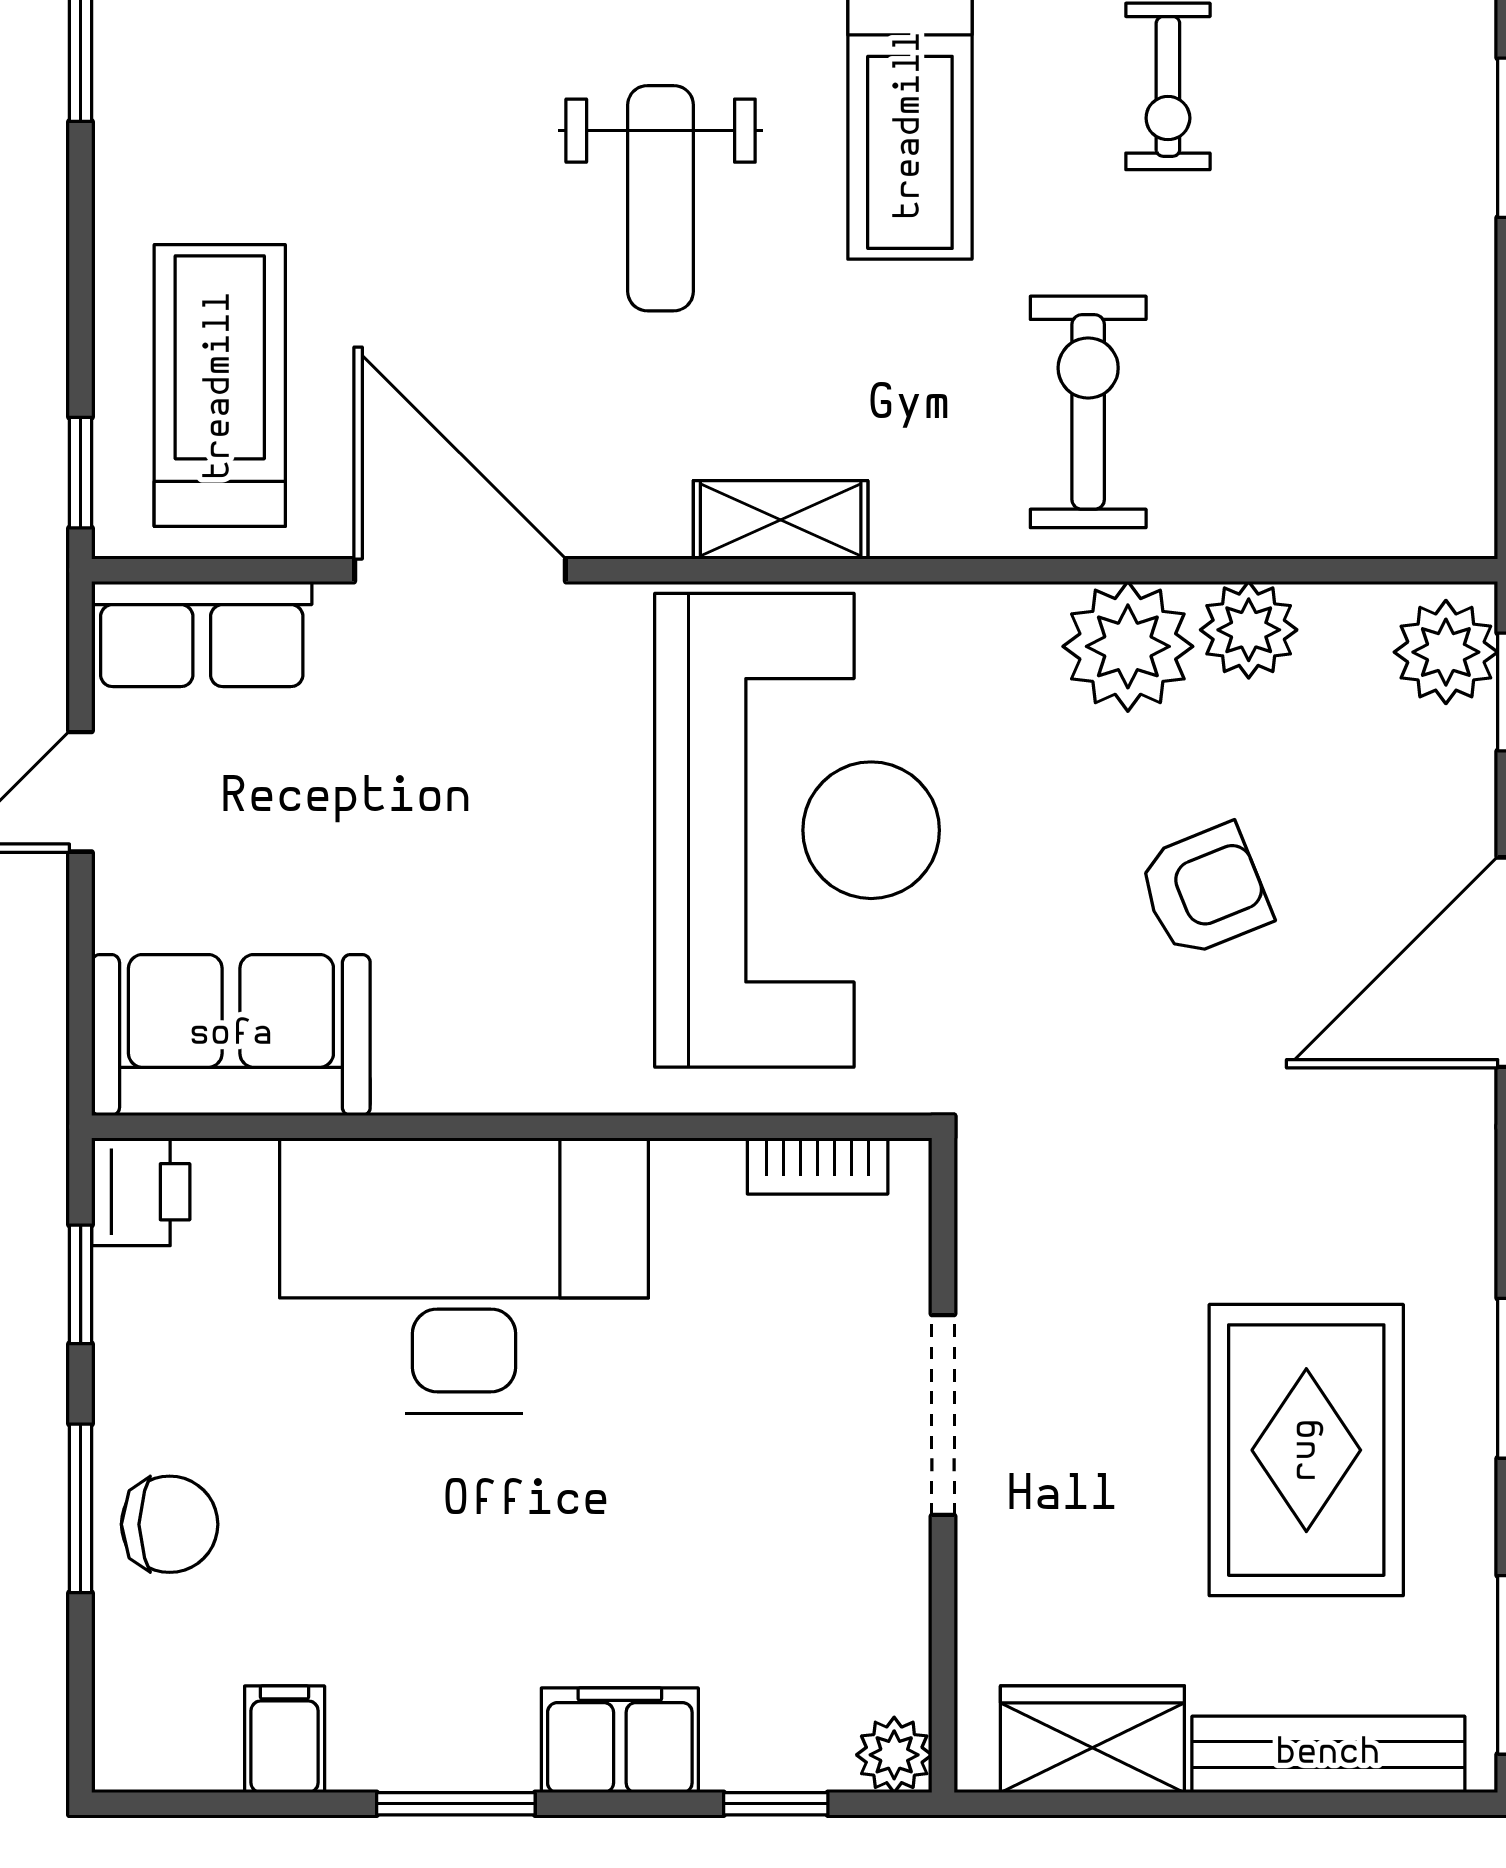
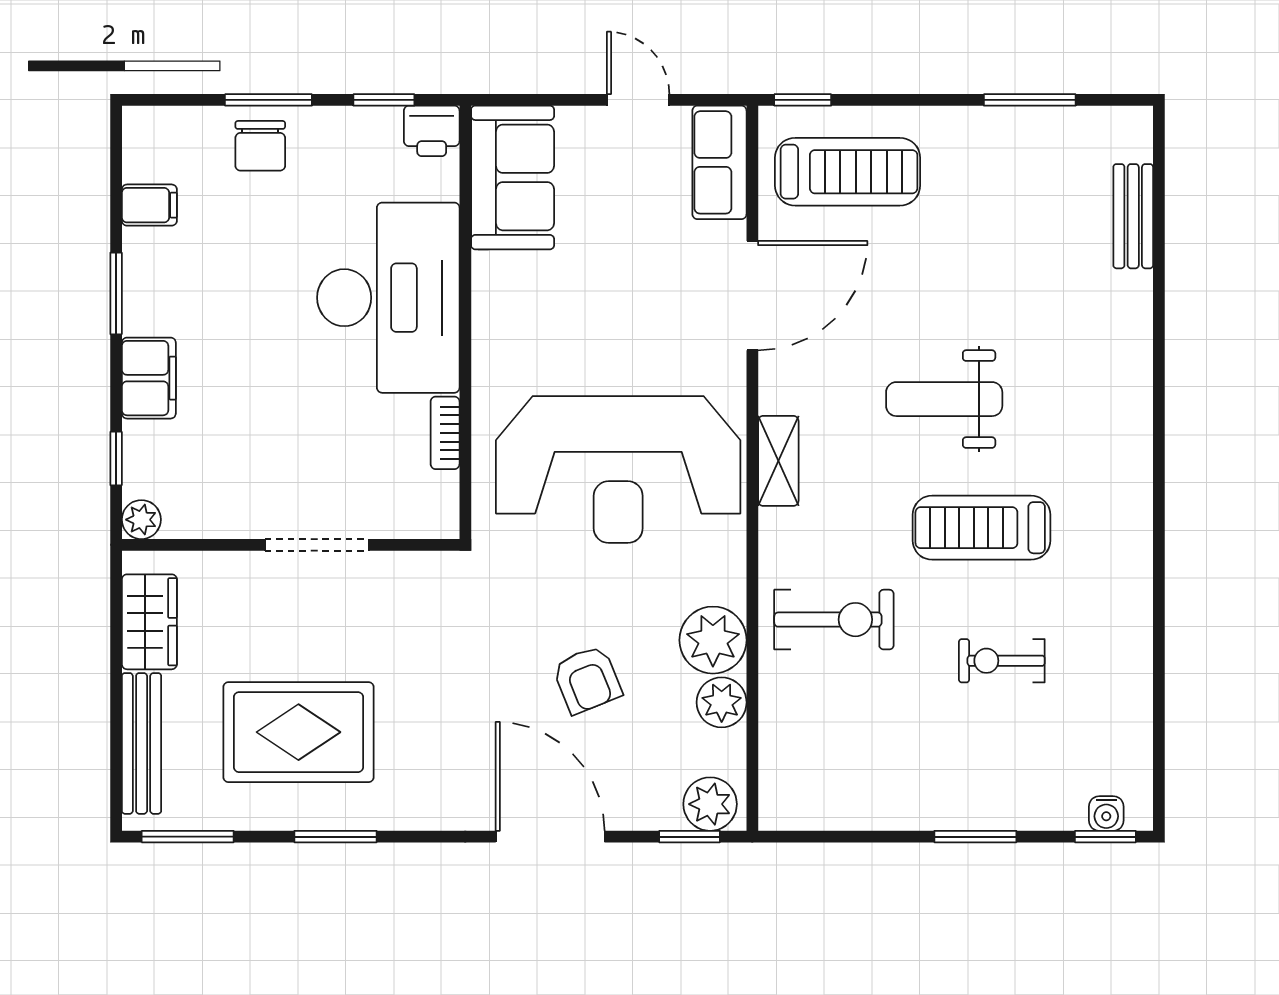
bookcase: (818, 1166) -> (445, 433), moved

